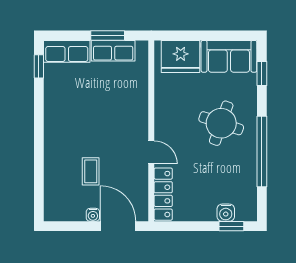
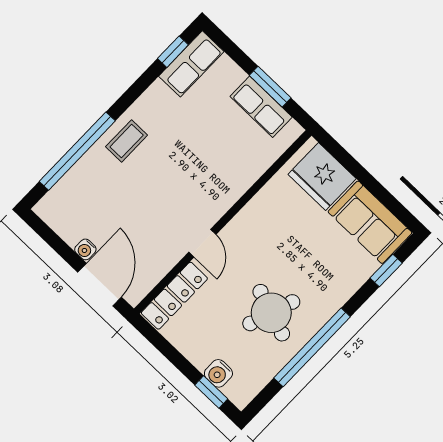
row of seats: (67, 51) -> (191, 64), moved, turned -90
round table: (221, 123) -> (271, 313), moved
window: (39, 167) -> (77, 151), added
coffee table: (91, 171) -> (127, 141), moved

